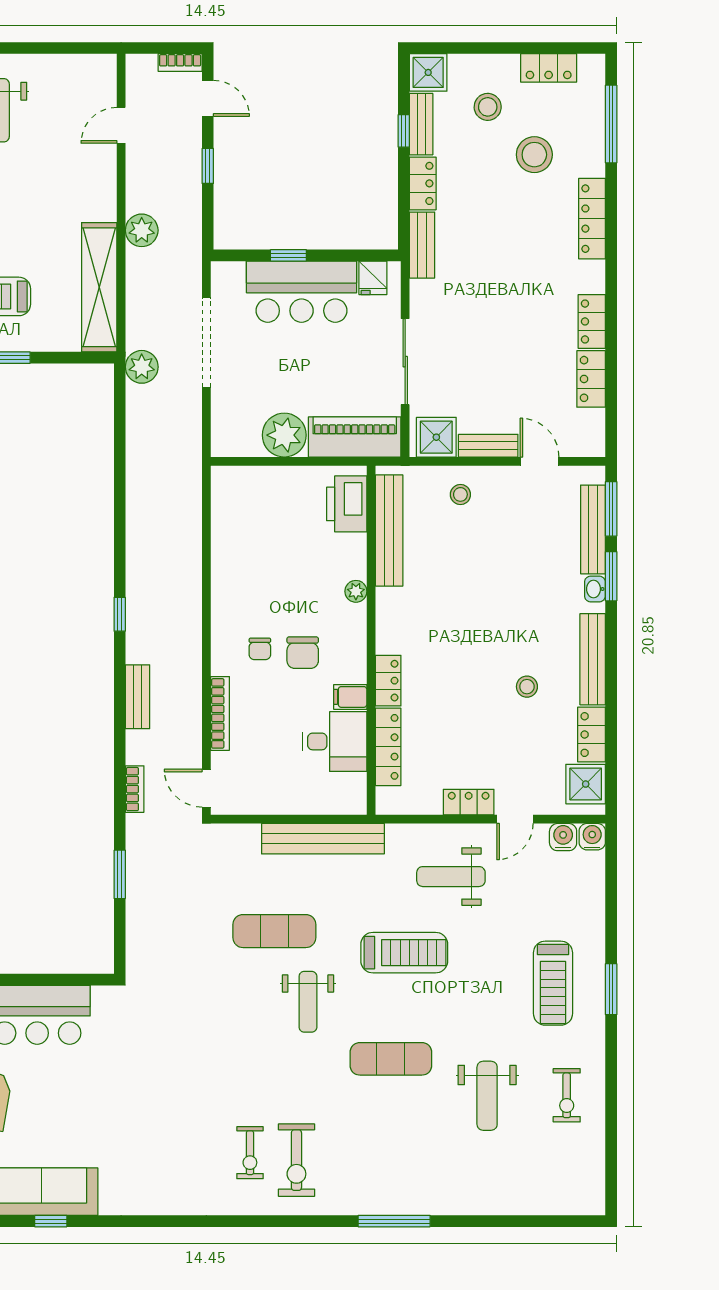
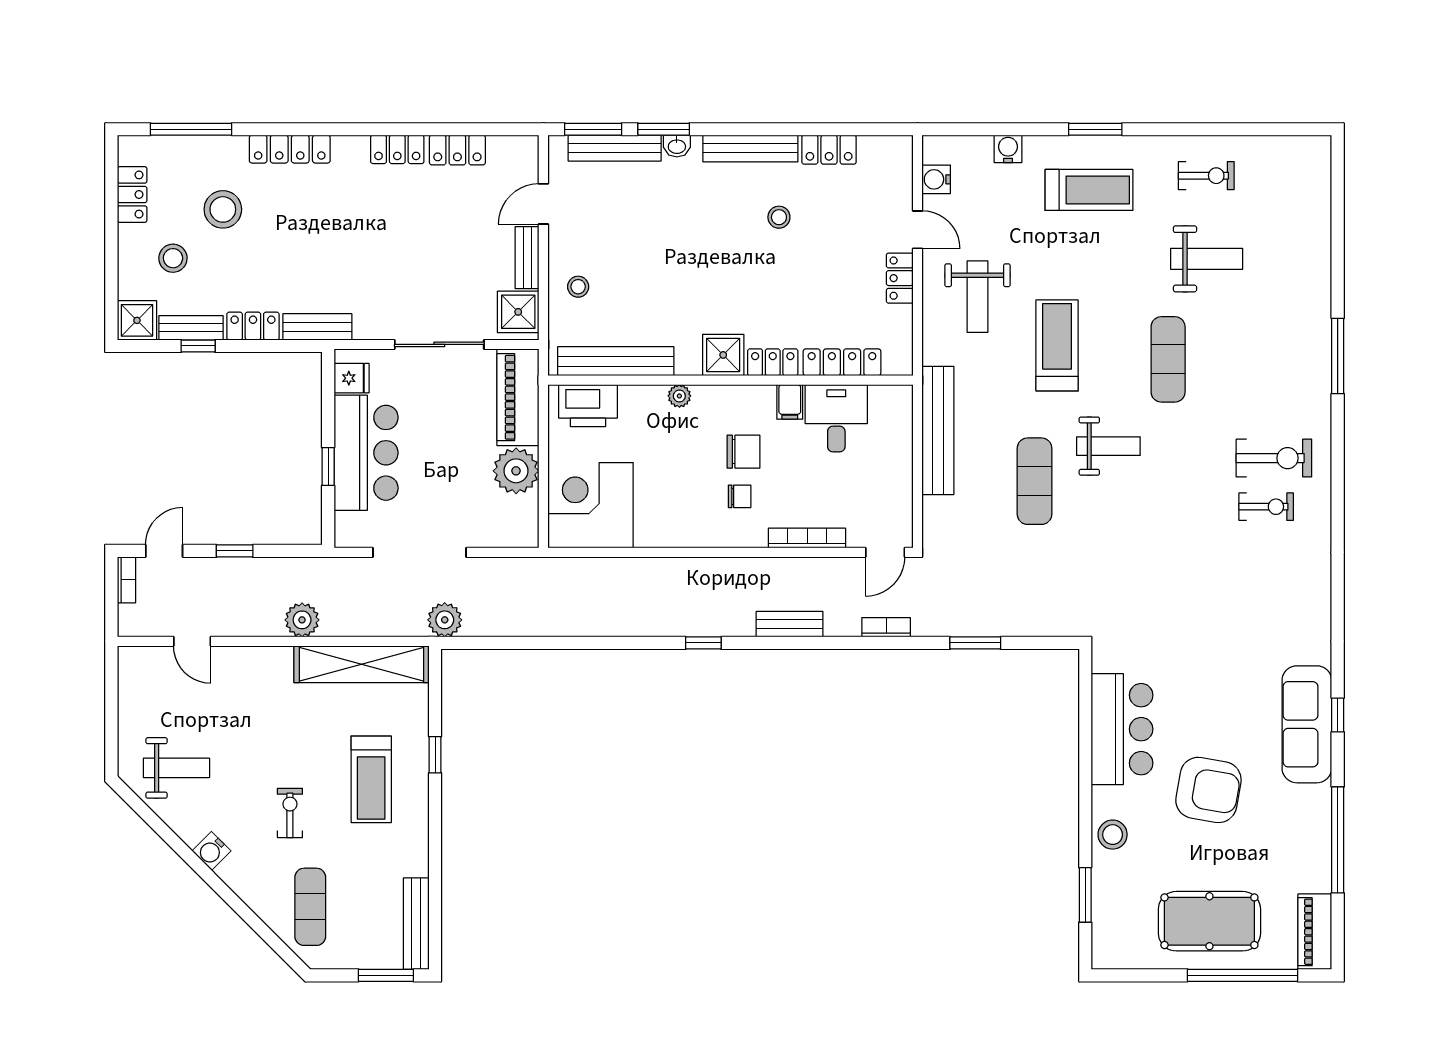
corner desk: (251, 506) -> (591, 505), added
shower: (586, 784) -> (723, 355), moved
water cooler: (592, 837) -> (1008, 149), moved, turned 90

